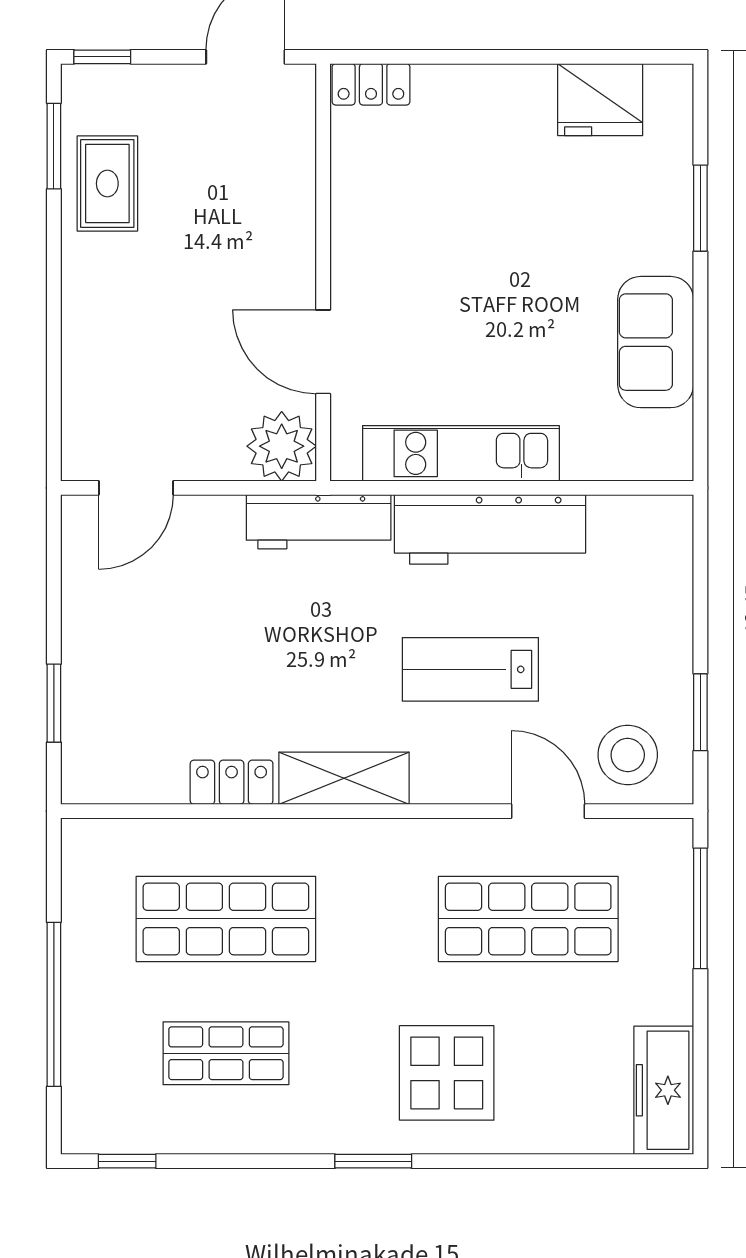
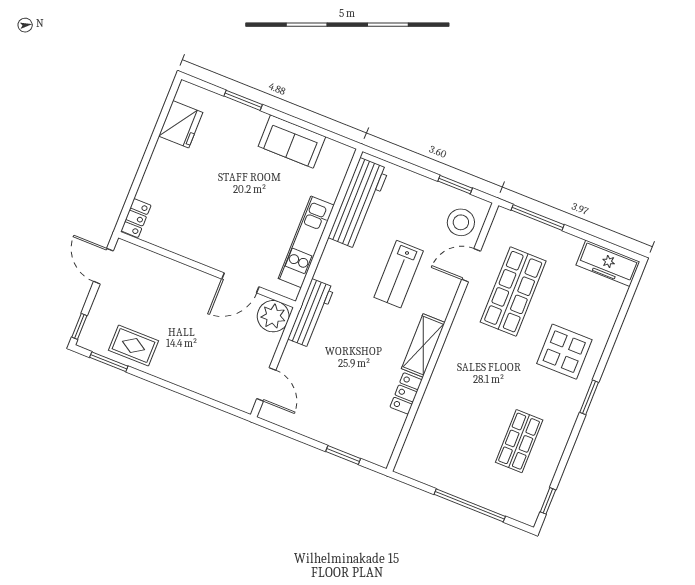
workbench: (490, 529) -> (359, 203), moved
shop shelf: (226, 919) -> (463, 419), removed

